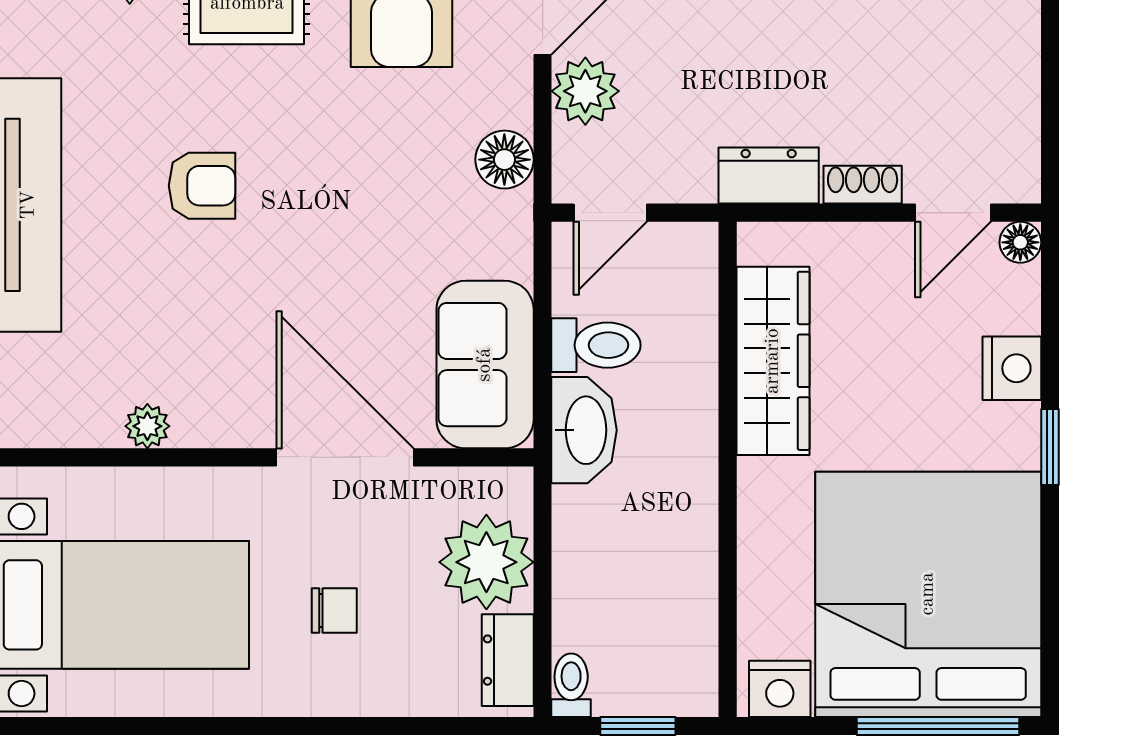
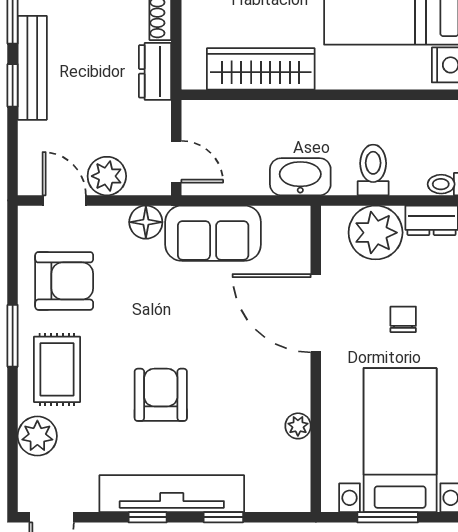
armchair: (202, 186) -> (161, 395), width x1.38, depth x1.38
toilet: (596, 345) -> (373, 170), moved
sofa: (485, 365) -> (213, 233), moved
door: (345, 457) -> (316, 313), hinge flipped

